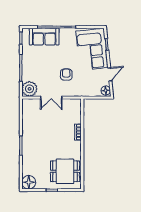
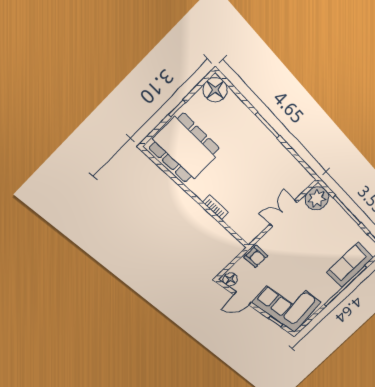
door: (110, 74) -> (243, 298), hinge flipped
armchair: (66, 75) -> (256, 256), moved
dining table: (65, 171) -> (185, 148), width x1.38

